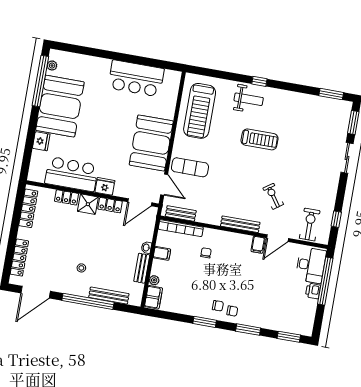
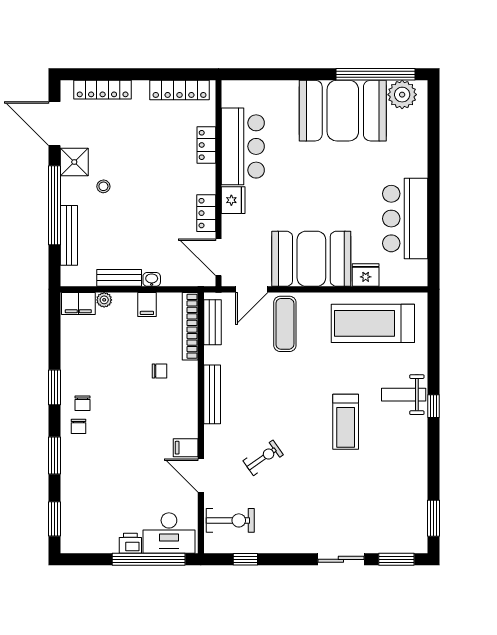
plant: (52, 66) -> (402, 95), width x1.87, depth x1.87
weight bench: (249, 99) -> (404, 395), turned 90
fridge: (41, 141) -> (366, 275), moved, turned 180
shower: (88, 204) -> (74, 162), moved
bench: (240, 224) -> (212, 394), moved

